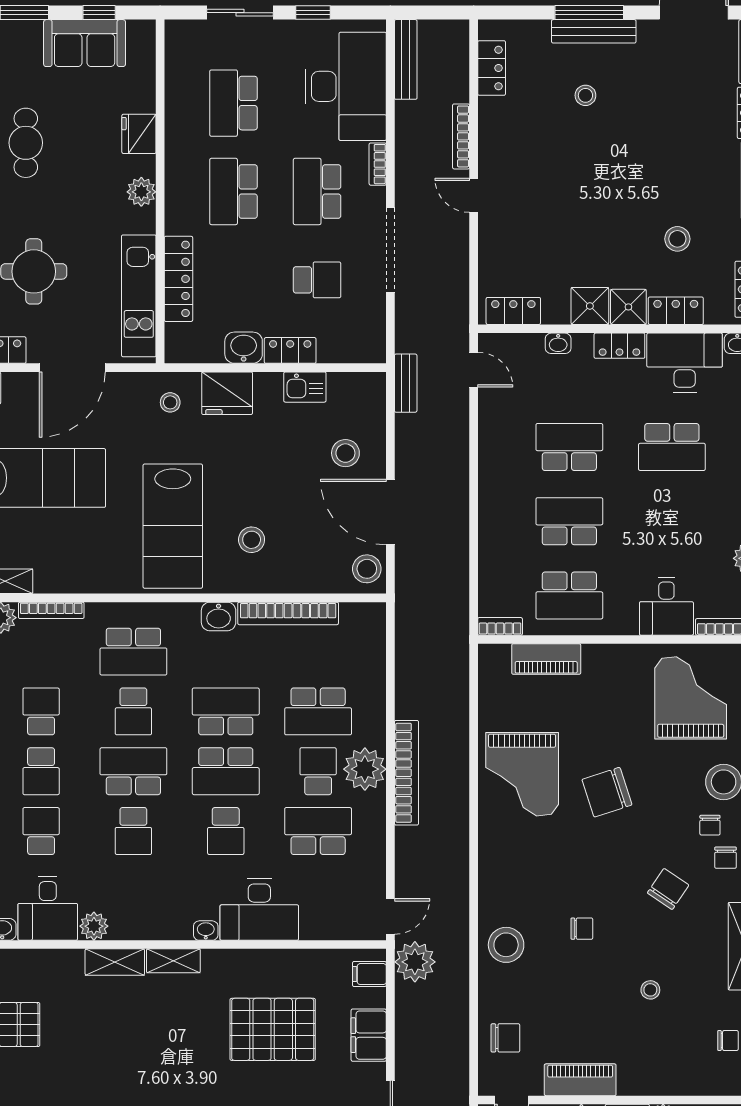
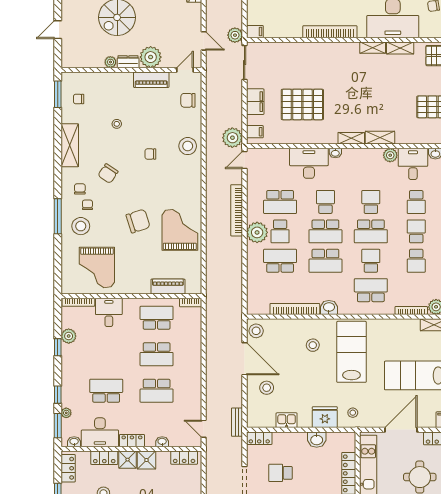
locker: (290, 350) -> (259, 438), moved
school desk: (226, 771) -> (325, 231), turned 180
bookcase: (406, 773) -> (237, 210), moved

